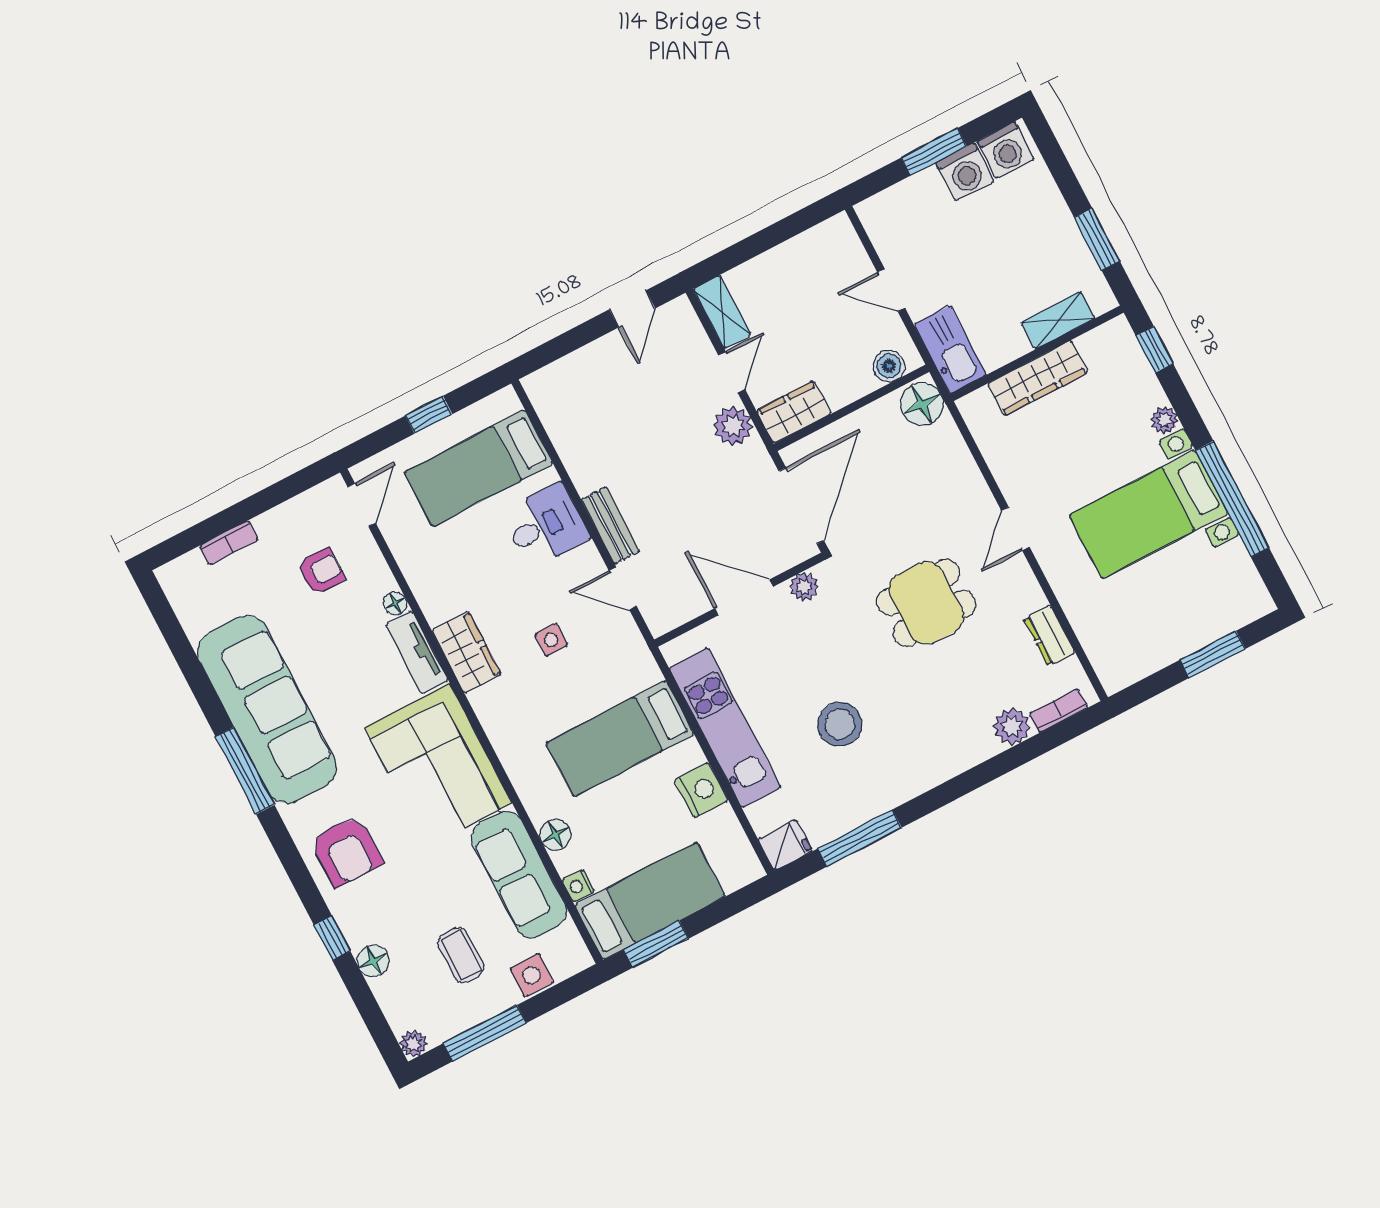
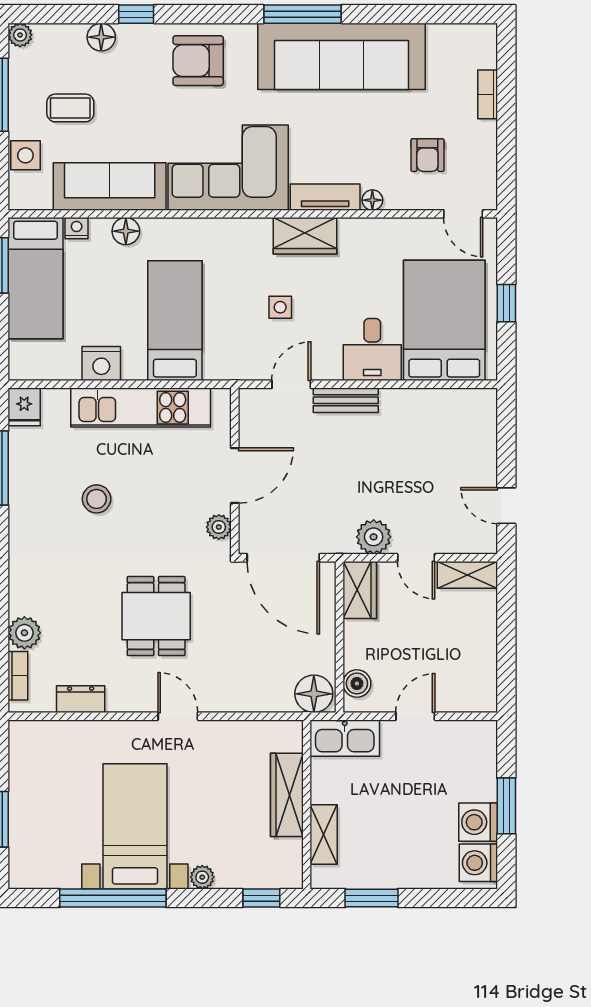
bed: (479, 468) -> (444, 320), width x1.50
stool: (840, 724) -> (97, 499), width x0.73, depth x0.73

